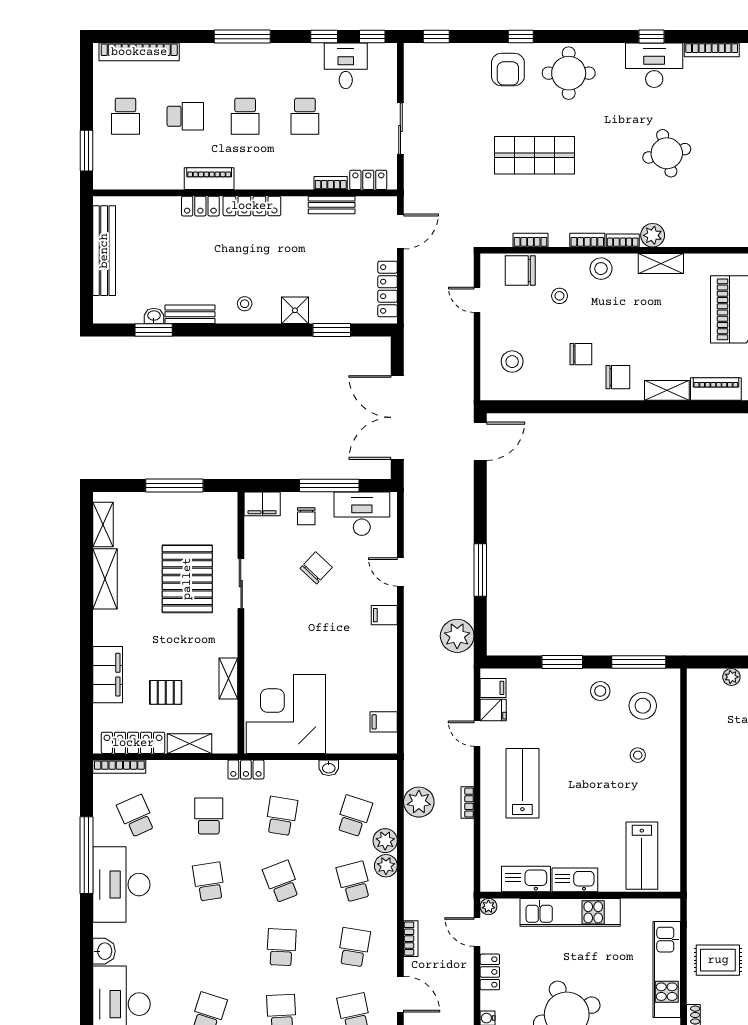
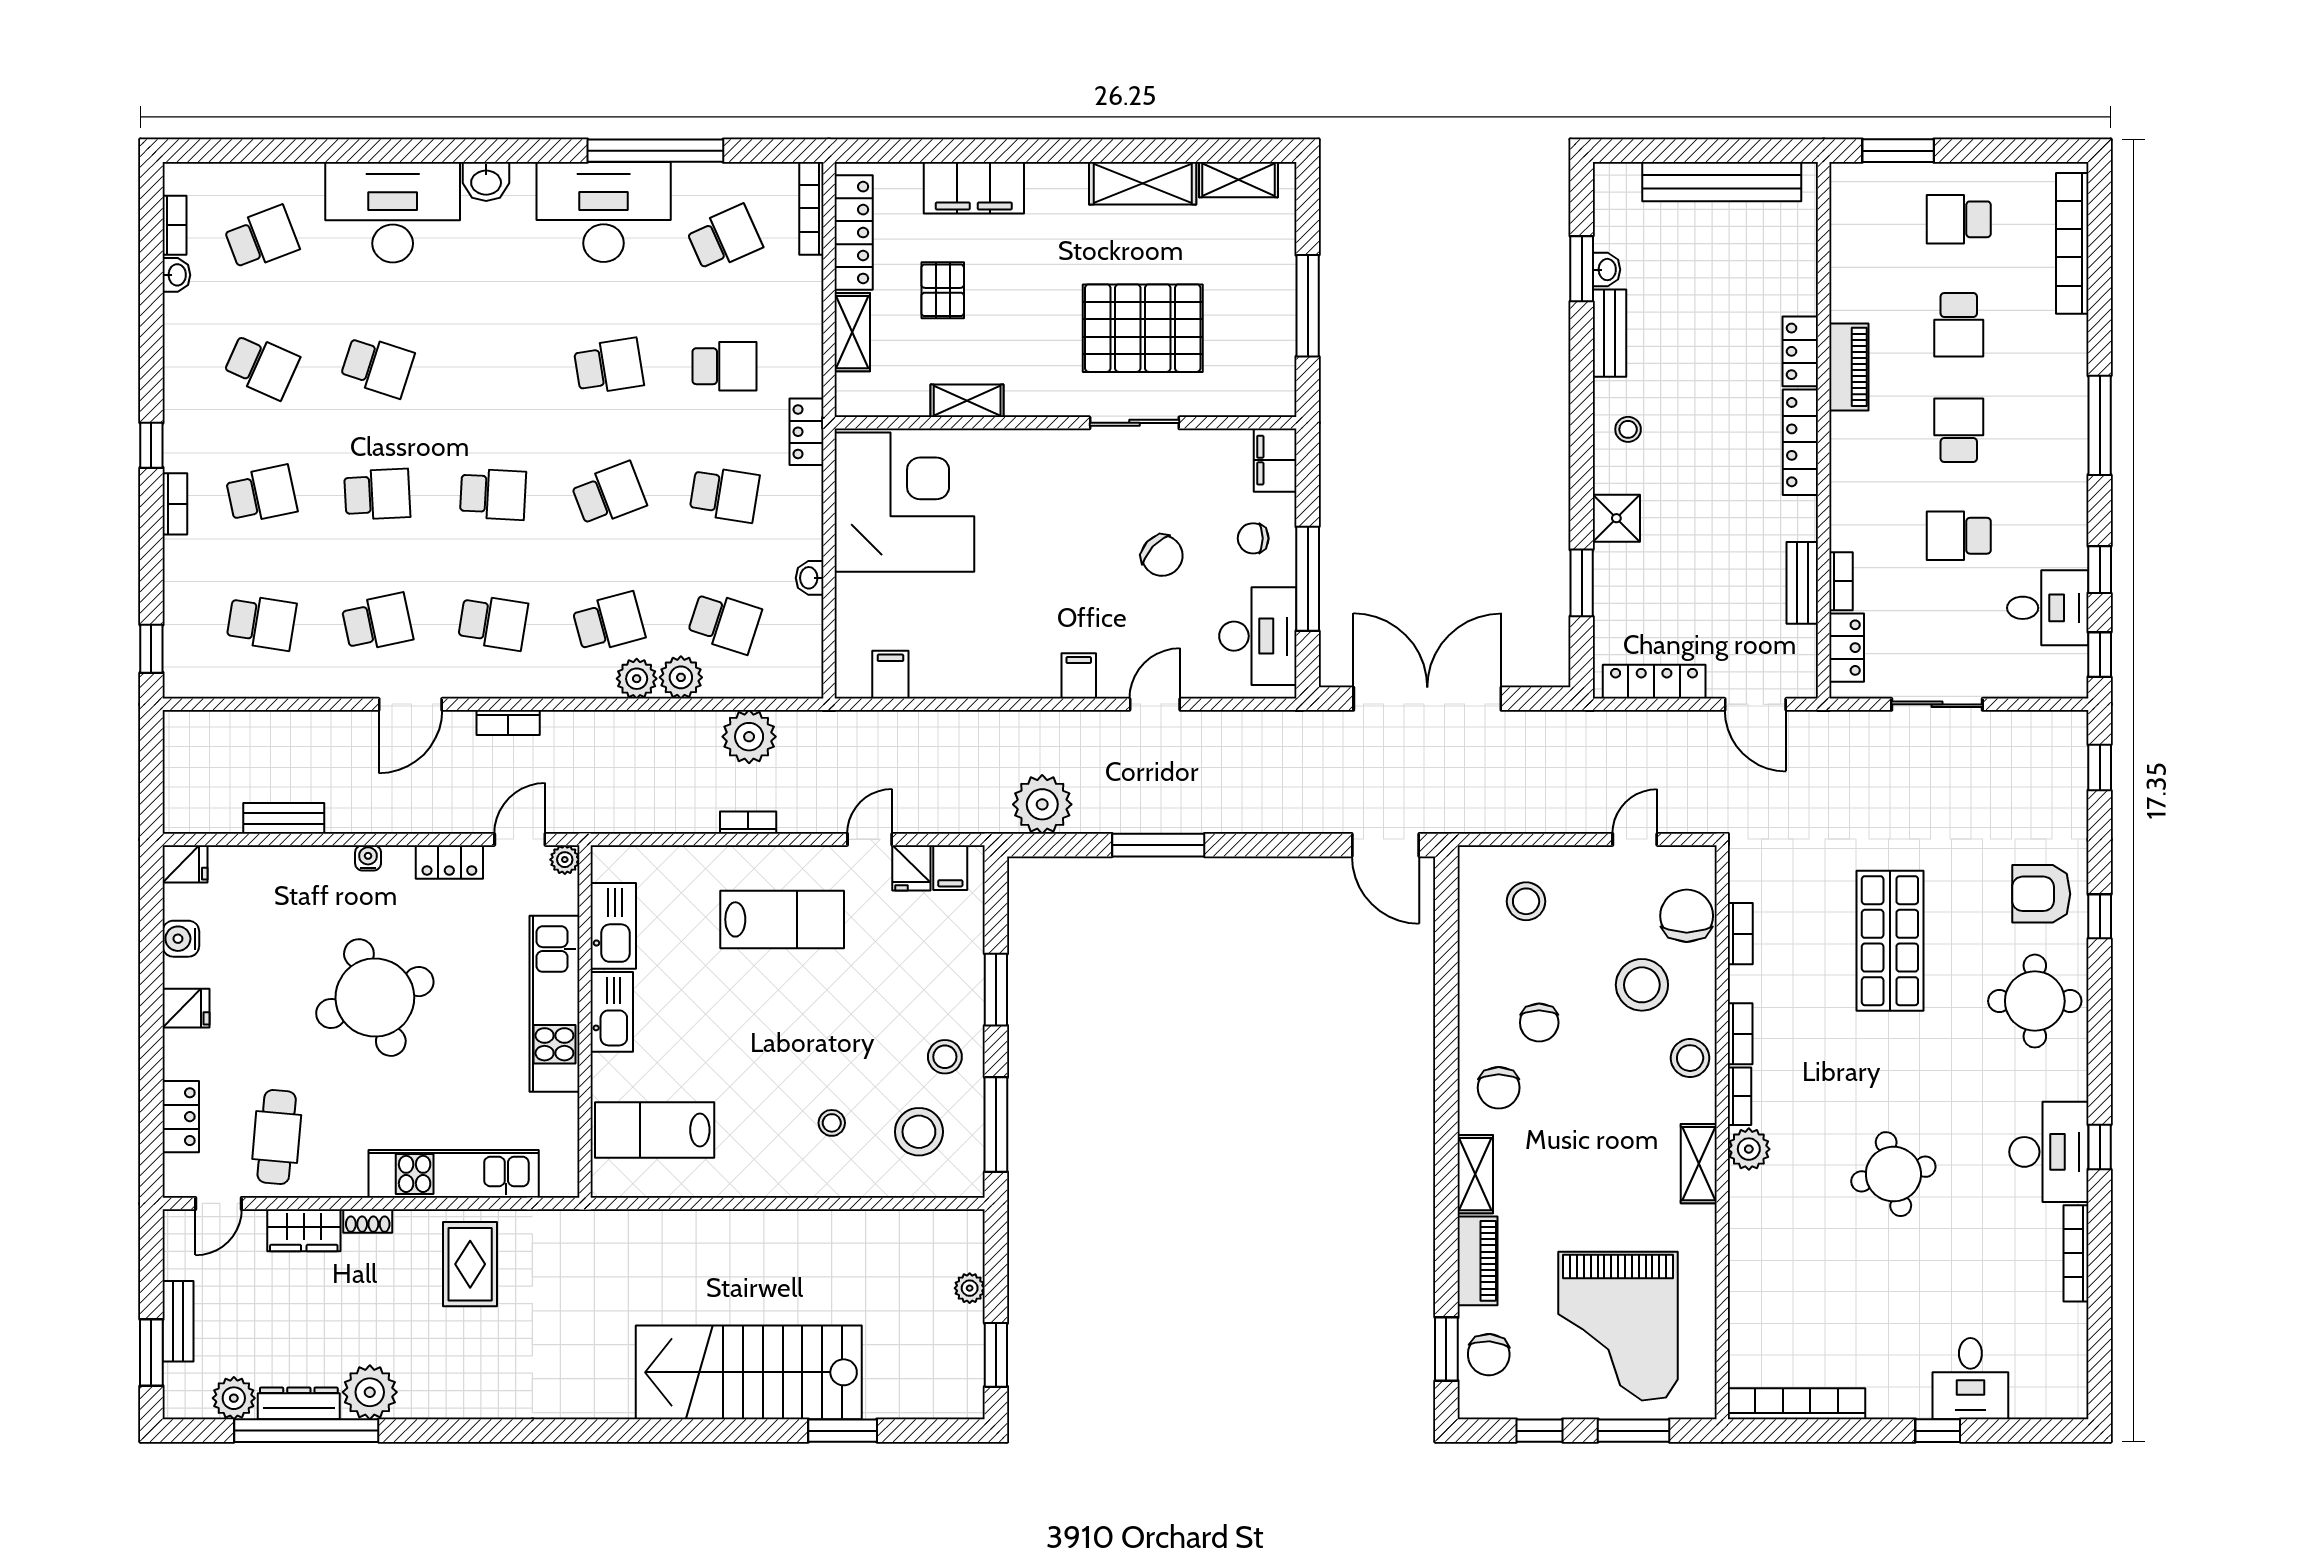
school desk: (245, 116) -> (1959, 430), turned 90
stool: (559, 296) -> (1642, 985), width x1.89, depth x1.89

